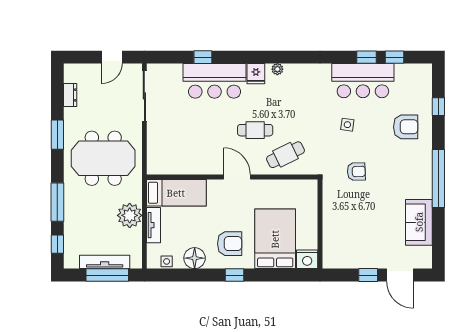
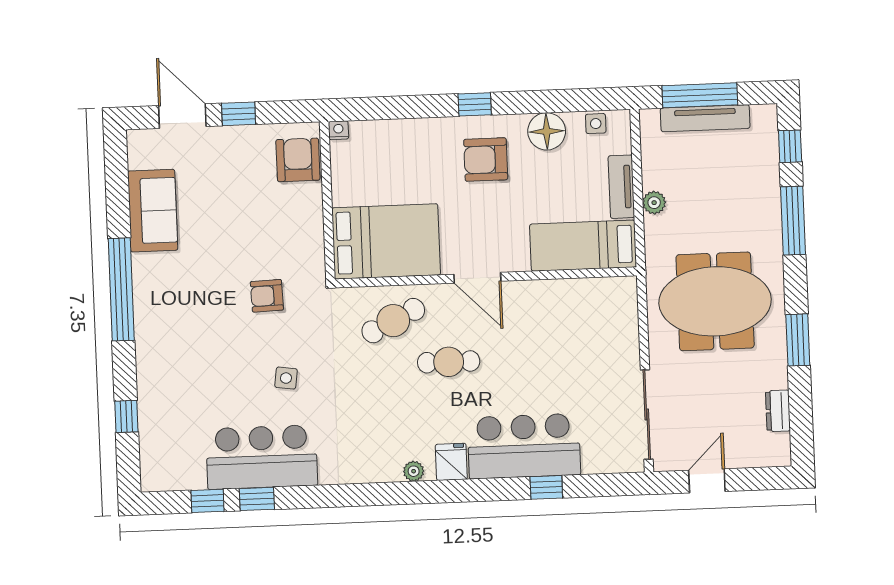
armchair: (406, 127) -> (298, 160), moved, turned 90
plant: (130, 215) -> (654, 203), width x0.53, depth x0.53
bed: (275, 239) -> (386, 241), moved, turned -90
nightstand: (307, 259) -> (338, 130), width x0.53, depth x0.56

